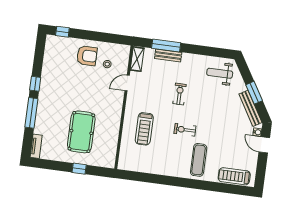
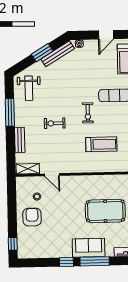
window: (166, 46) -> (10, 112), moved
sofa: (46, 109) -> (89, 248), added
treadmill: (144, 129) -> (101, 144), moved
door: (264, 145) -> (106, 35), moved

